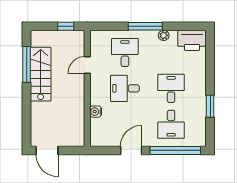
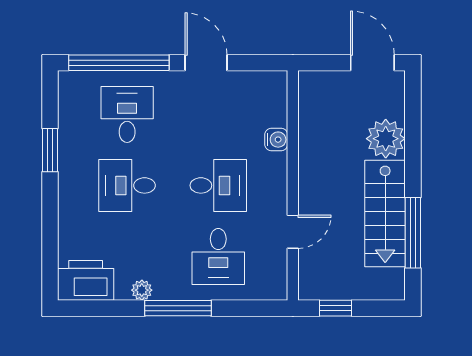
desk: (171, 88) -> (127, 185), turned 90
plant: (40, 112) -> (386, 139), added
door: (131, 150) -> (206, 63), swing flipped

